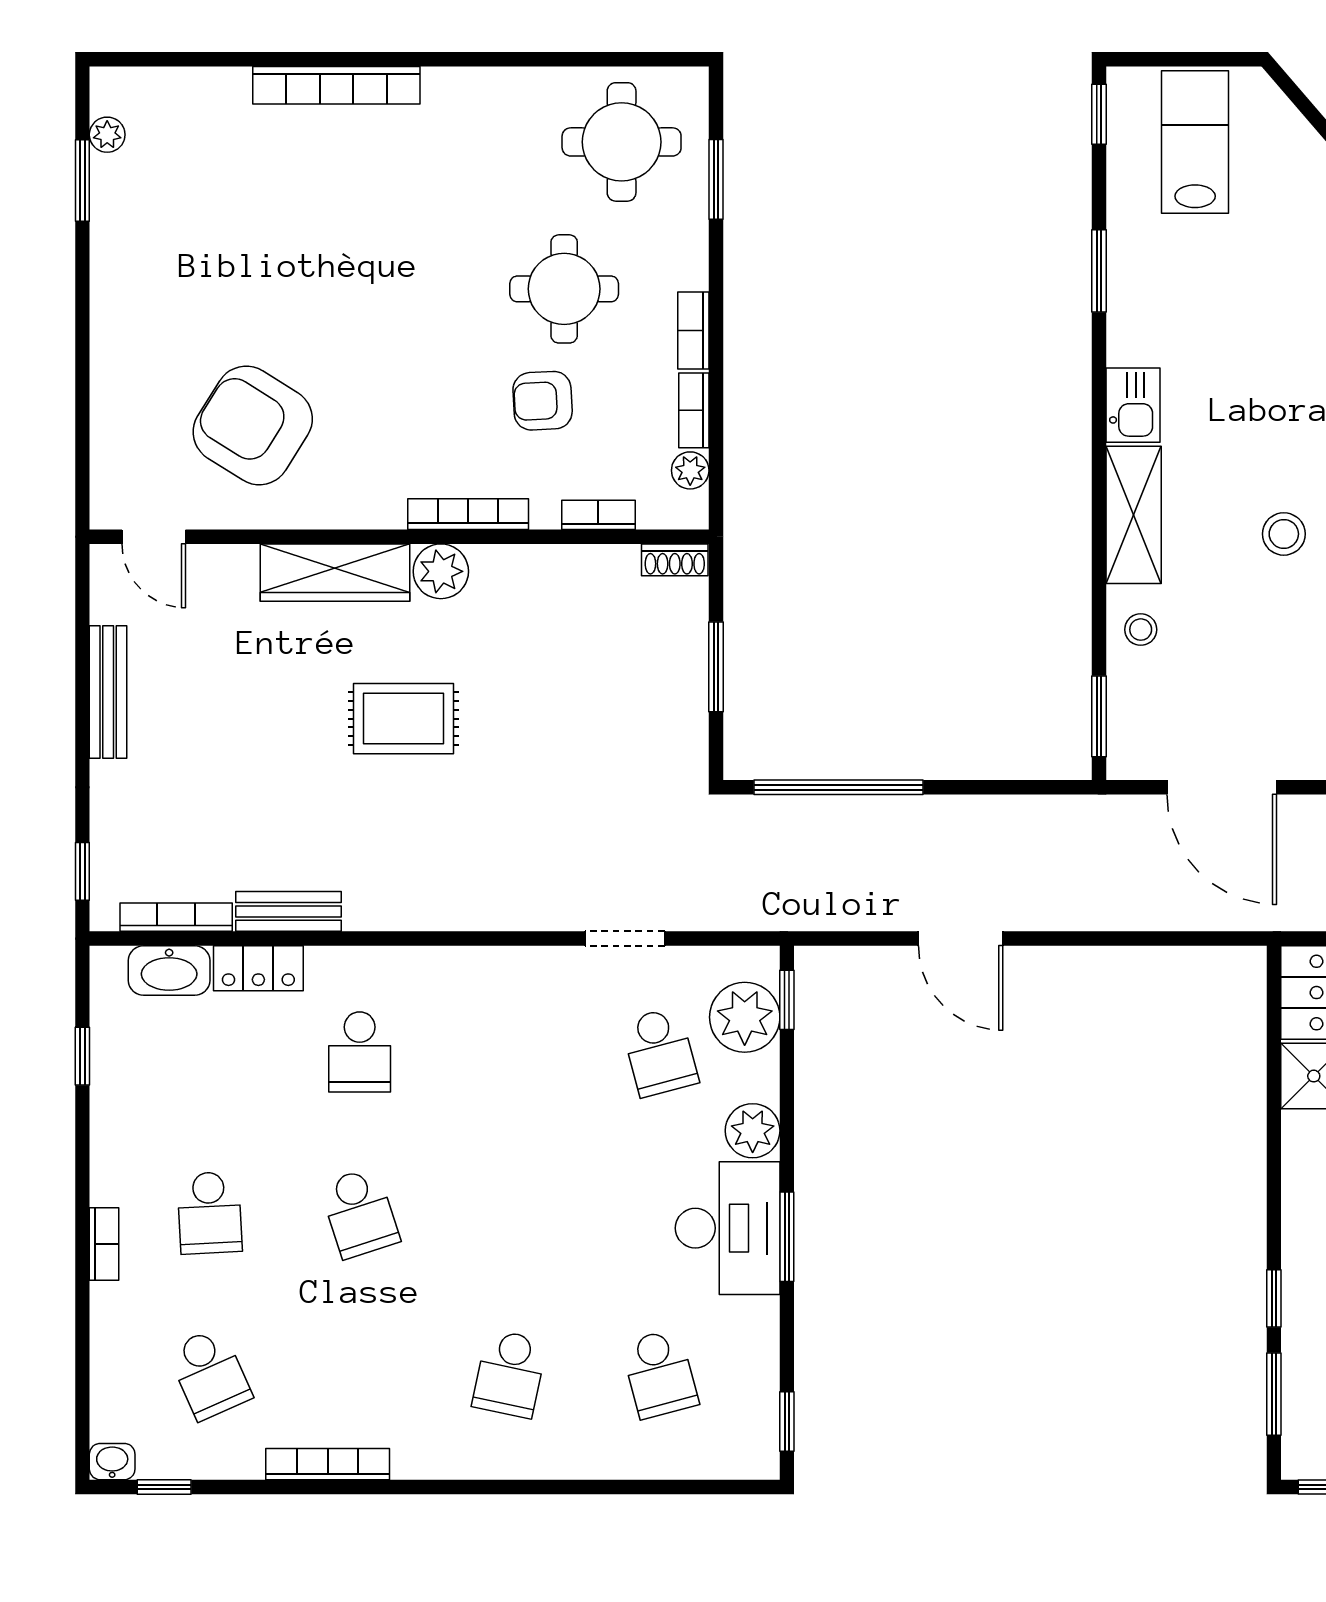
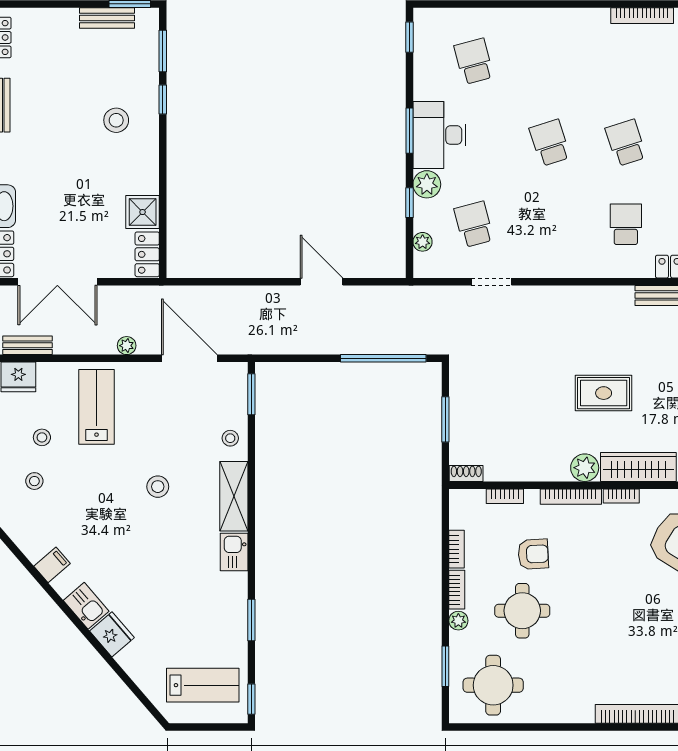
lab bench: (1195, 142) -> (203, 685), turned -90
plant: (690, 470) -> (458, 621), moved
bookcase: (369, 515) -> (621, 496), added
window: (787, 1000) -> (409, 203), moved
plant: (745, 1017) -> (423, 242), width x0.53, depth x0.53
school desk: (510, 1374) -> (550, 143), moved, turned -30

